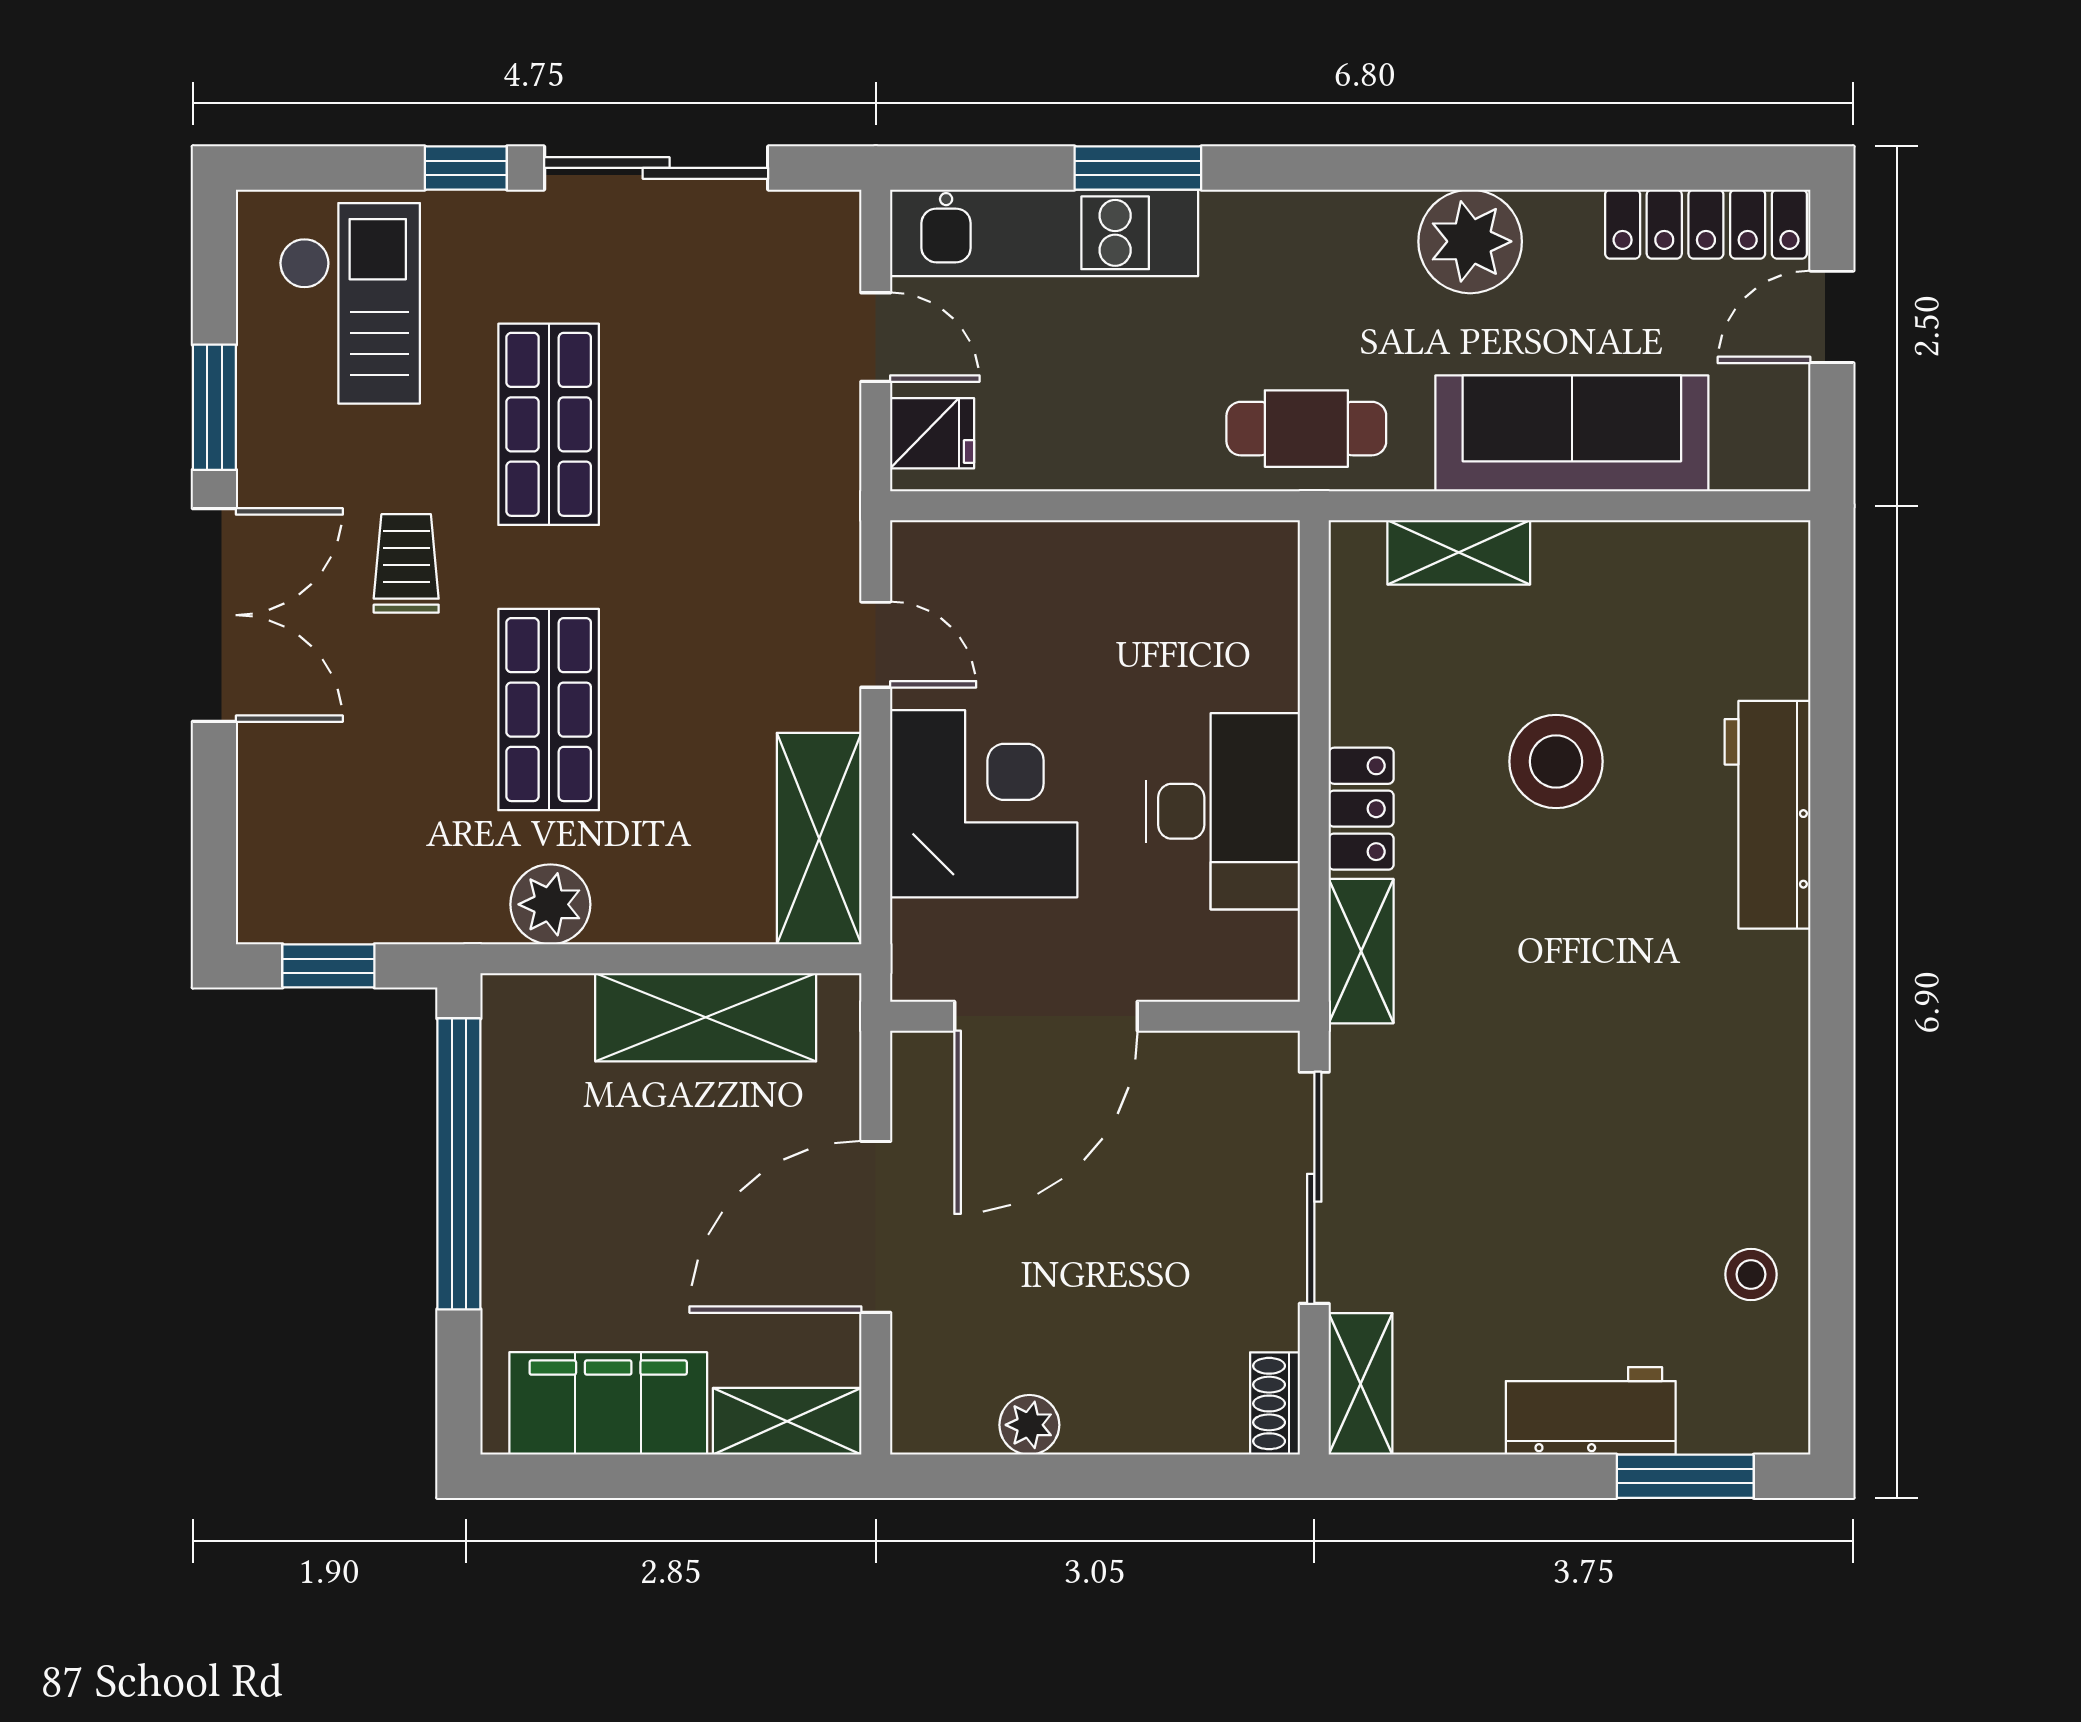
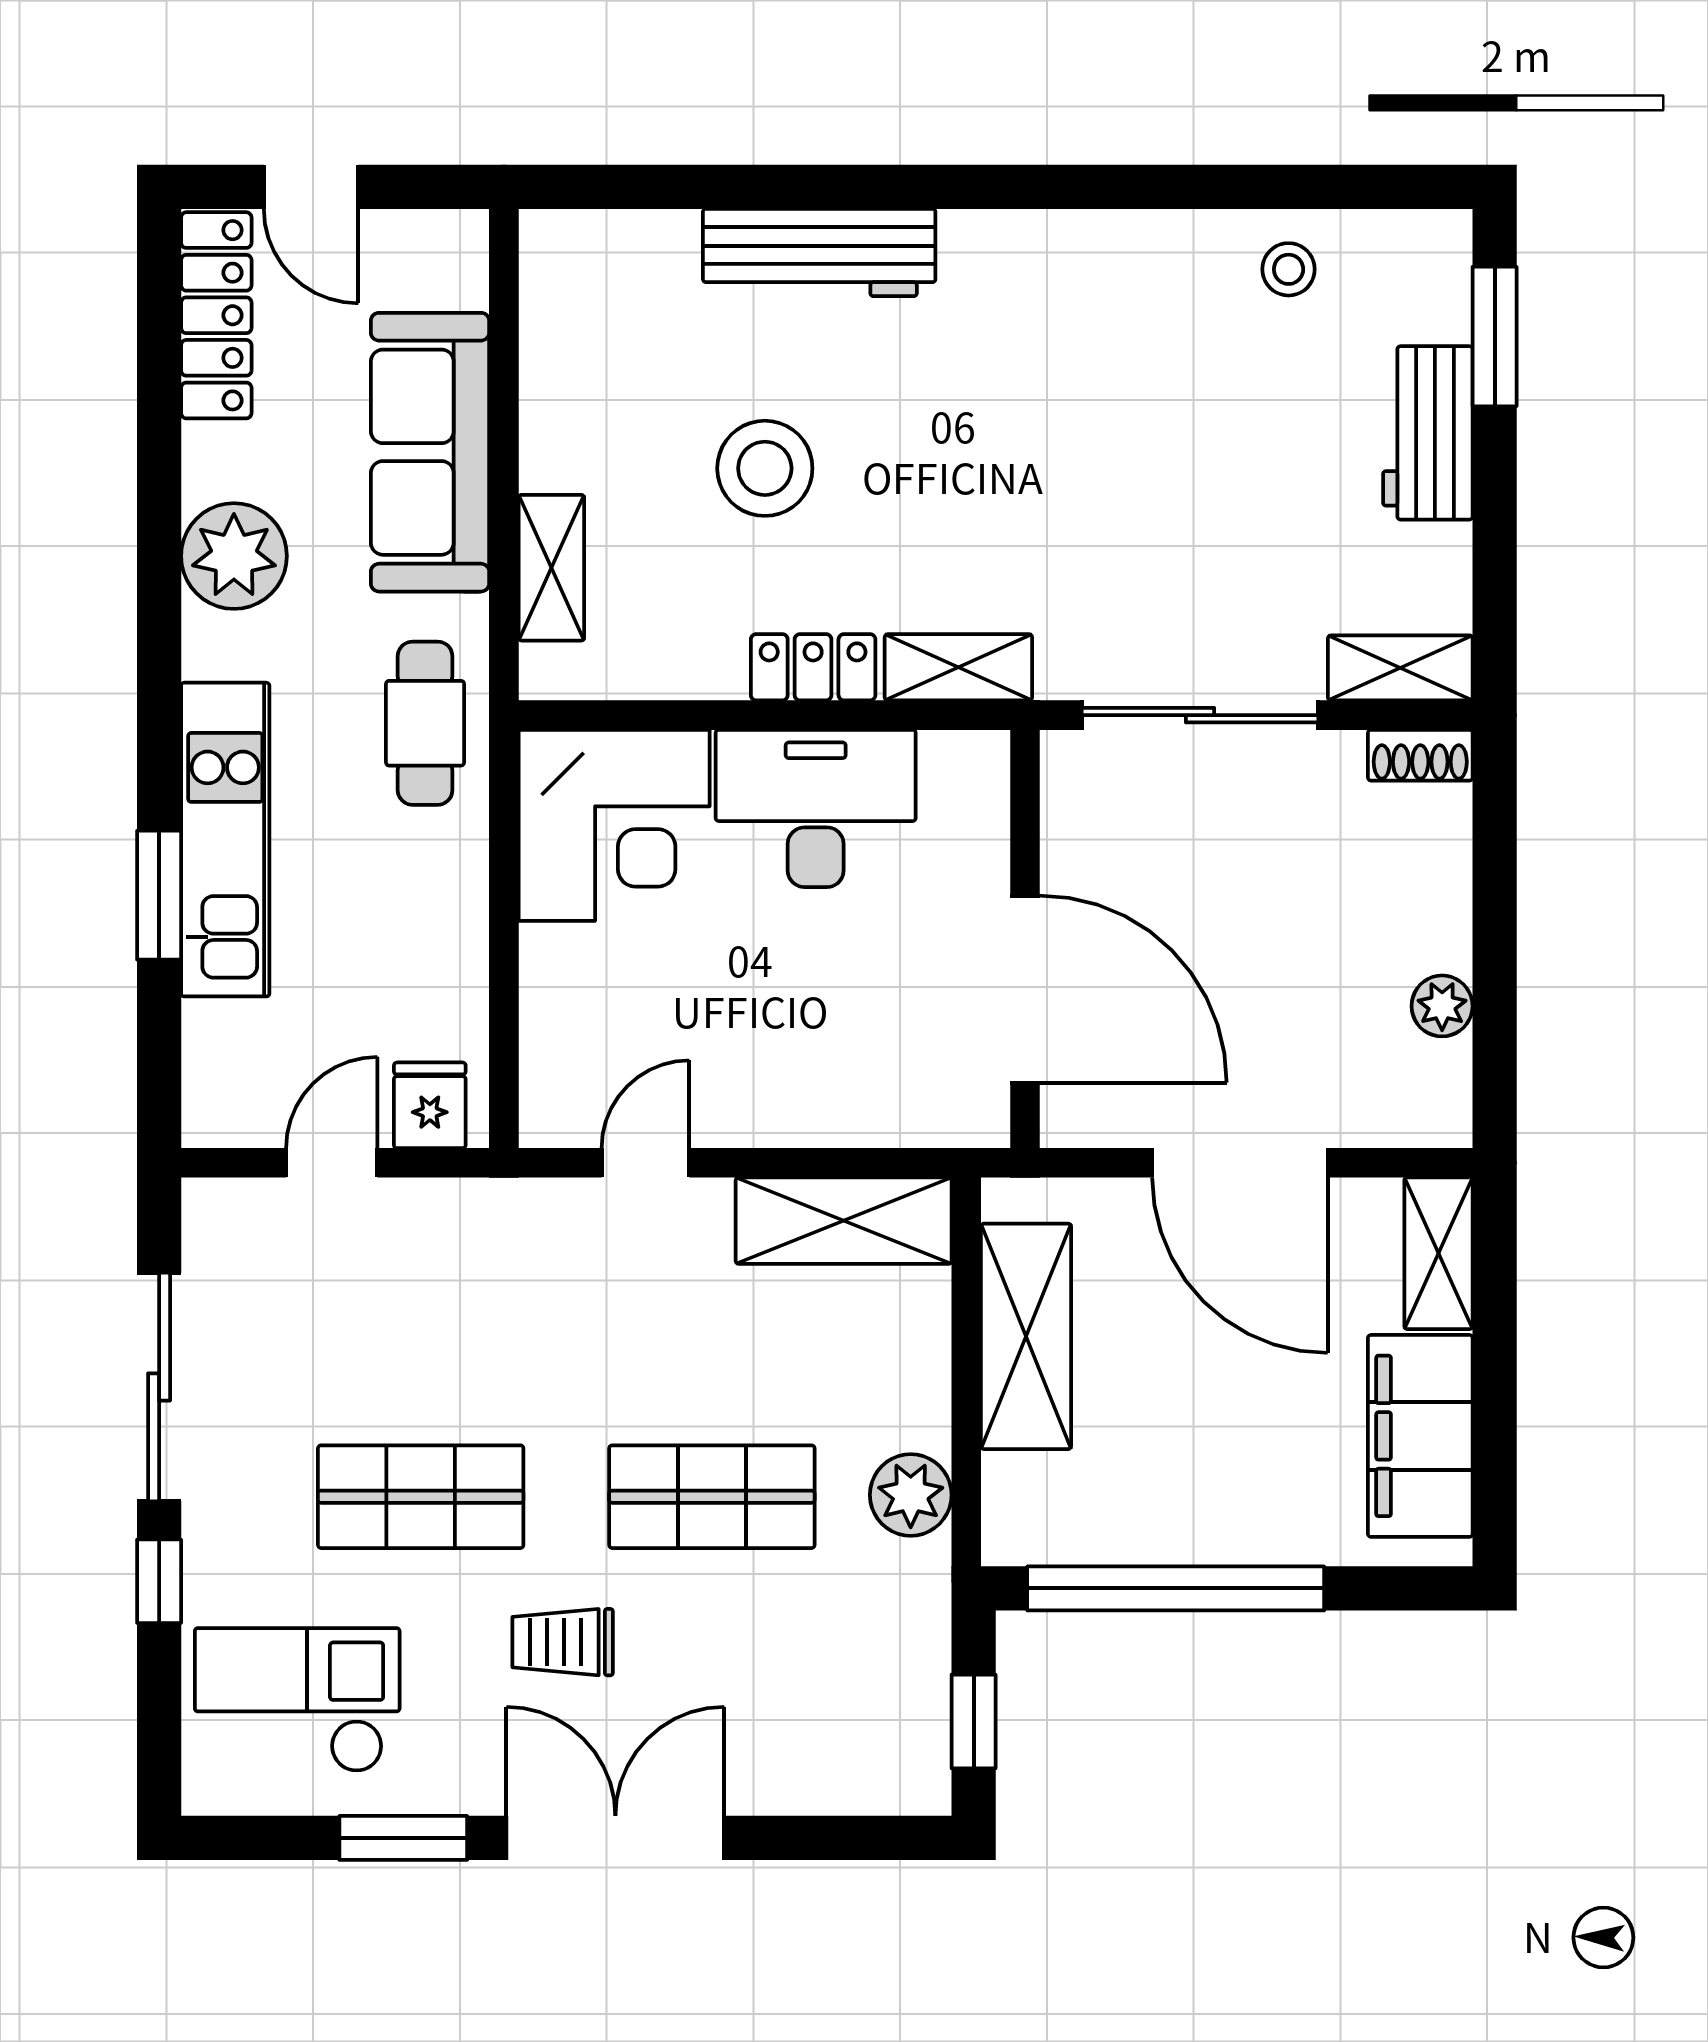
kitchen unit: (1044, 233) -> (225, 840), moved
corner desk: (984, 804) -> (614, 825), moved, turned 180

